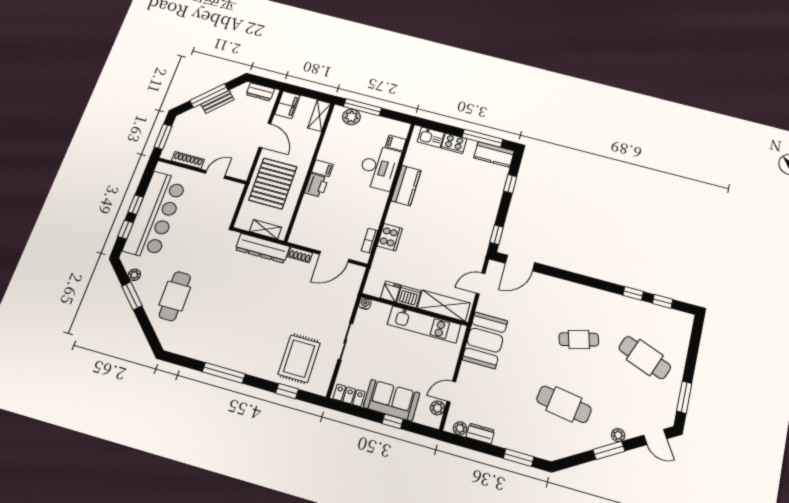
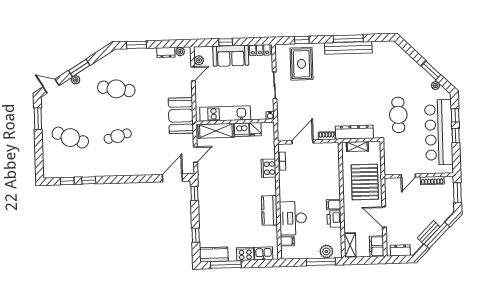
printer: (316, 185) -> (334, 219), moved
cafe table: (175, 296) -> (398, 115), moved
bench: (229, 360) -> (348, 48), added

